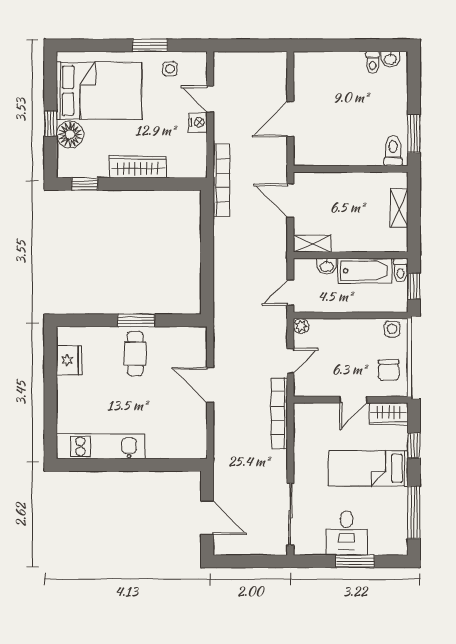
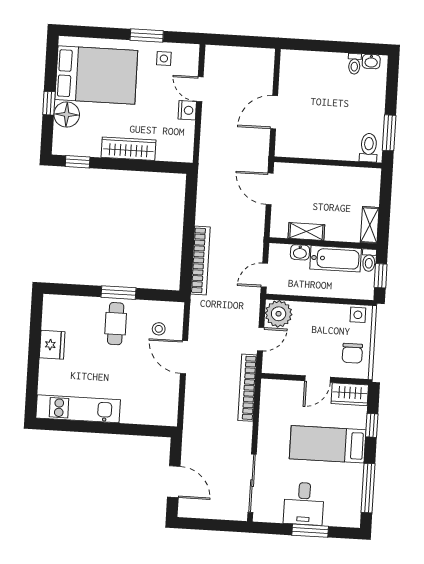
bookcase: (221, 180) -> (200, 260), moved
shelving: (399, 208) -> (370, 225), moved
shelving: (312, 244) -> (306, 232), moved
plant: (301, 326) -> (279, 314), width x1.88, depth x1.88
stool: (181, 356) -> (159, 329), added
fridge: (69, 360) -> (52, 345), moved

